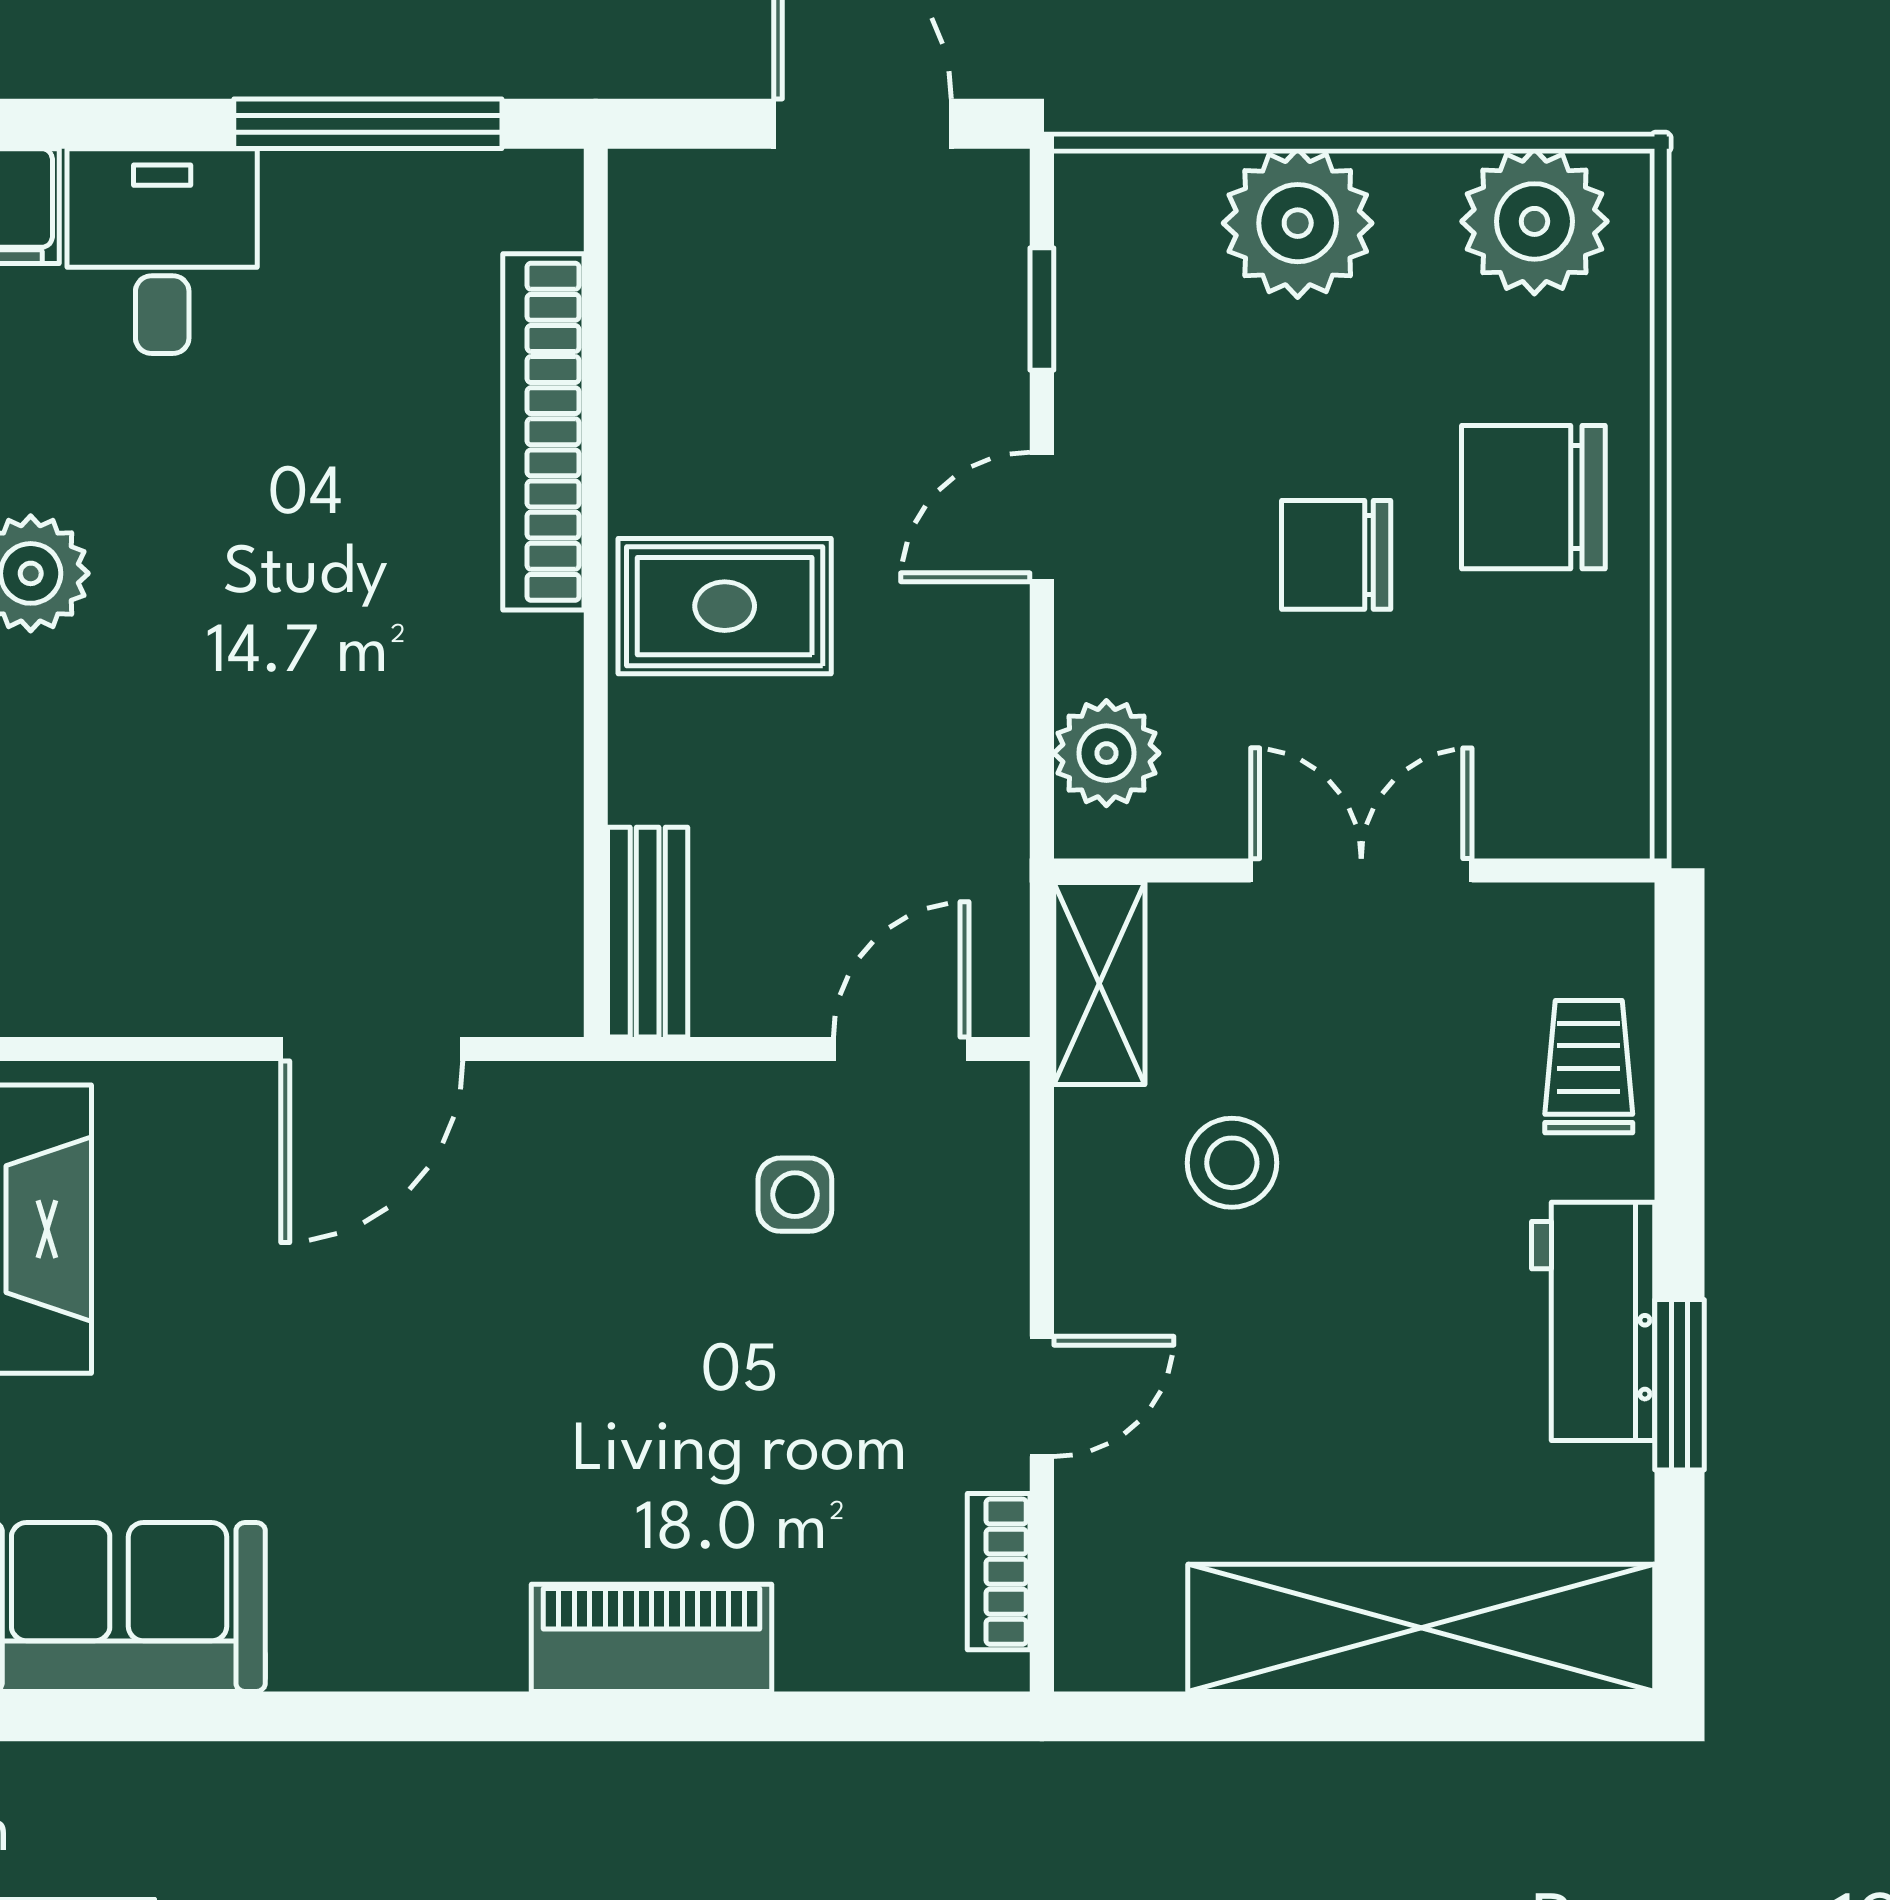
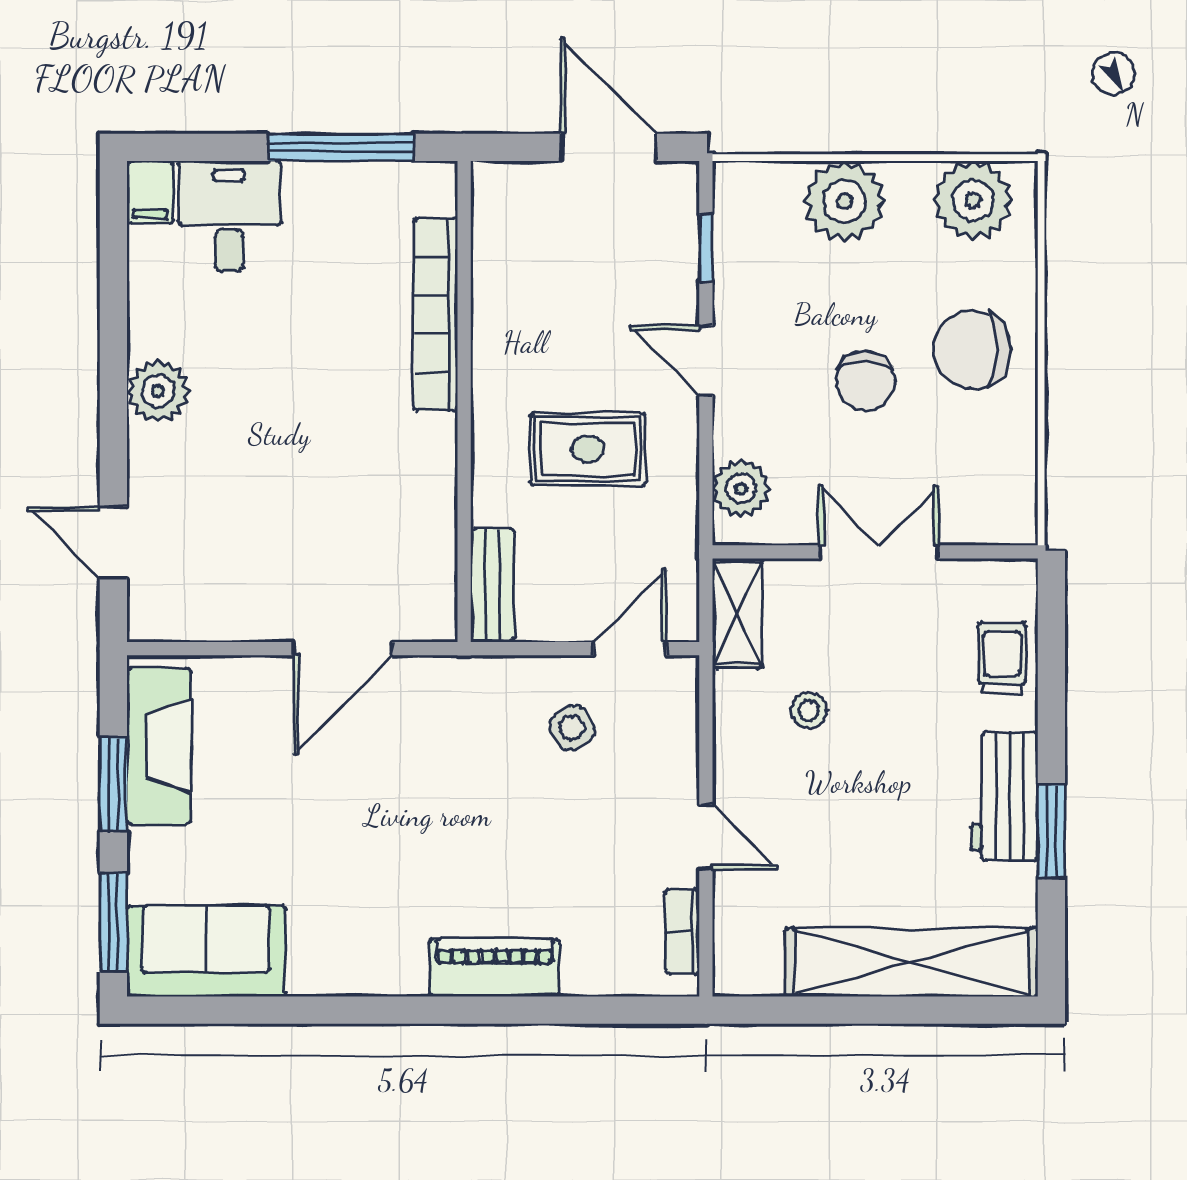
door: (1042, 517) -> (706, 361), hinge flipped
chair: (1336, 555) -> (865, 381), turned -90
rug: (725, 606) -> (588, 449), moved
stool: (1232, 1163) -> (809, 710), width x0.73, depth x0.73
side table: (795, 1195) -> (572, 728), turned -32
door: (1042, 1396) -> (706, 837), hinge flipped

